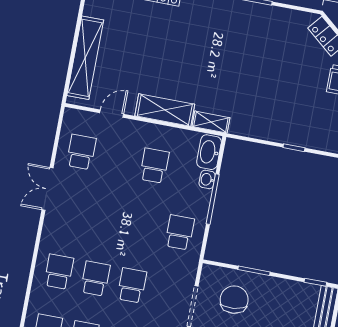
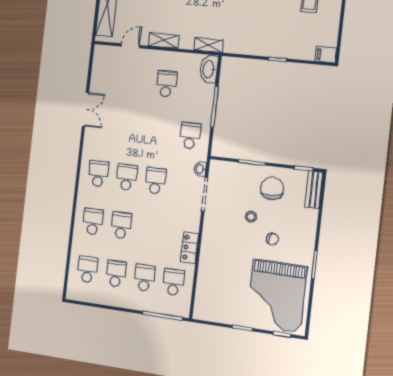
shelving: (165, 110) -> (164, 41), width x0.67, depth x0.75
school desk: (81, 152) -> (109, 78), removed
washbasin: (207, 179) -> (200, 169), moved
double door: (48, 189) -> (85, 109), swing flipped
chair: (234, 300) -> (272, 188), moved

